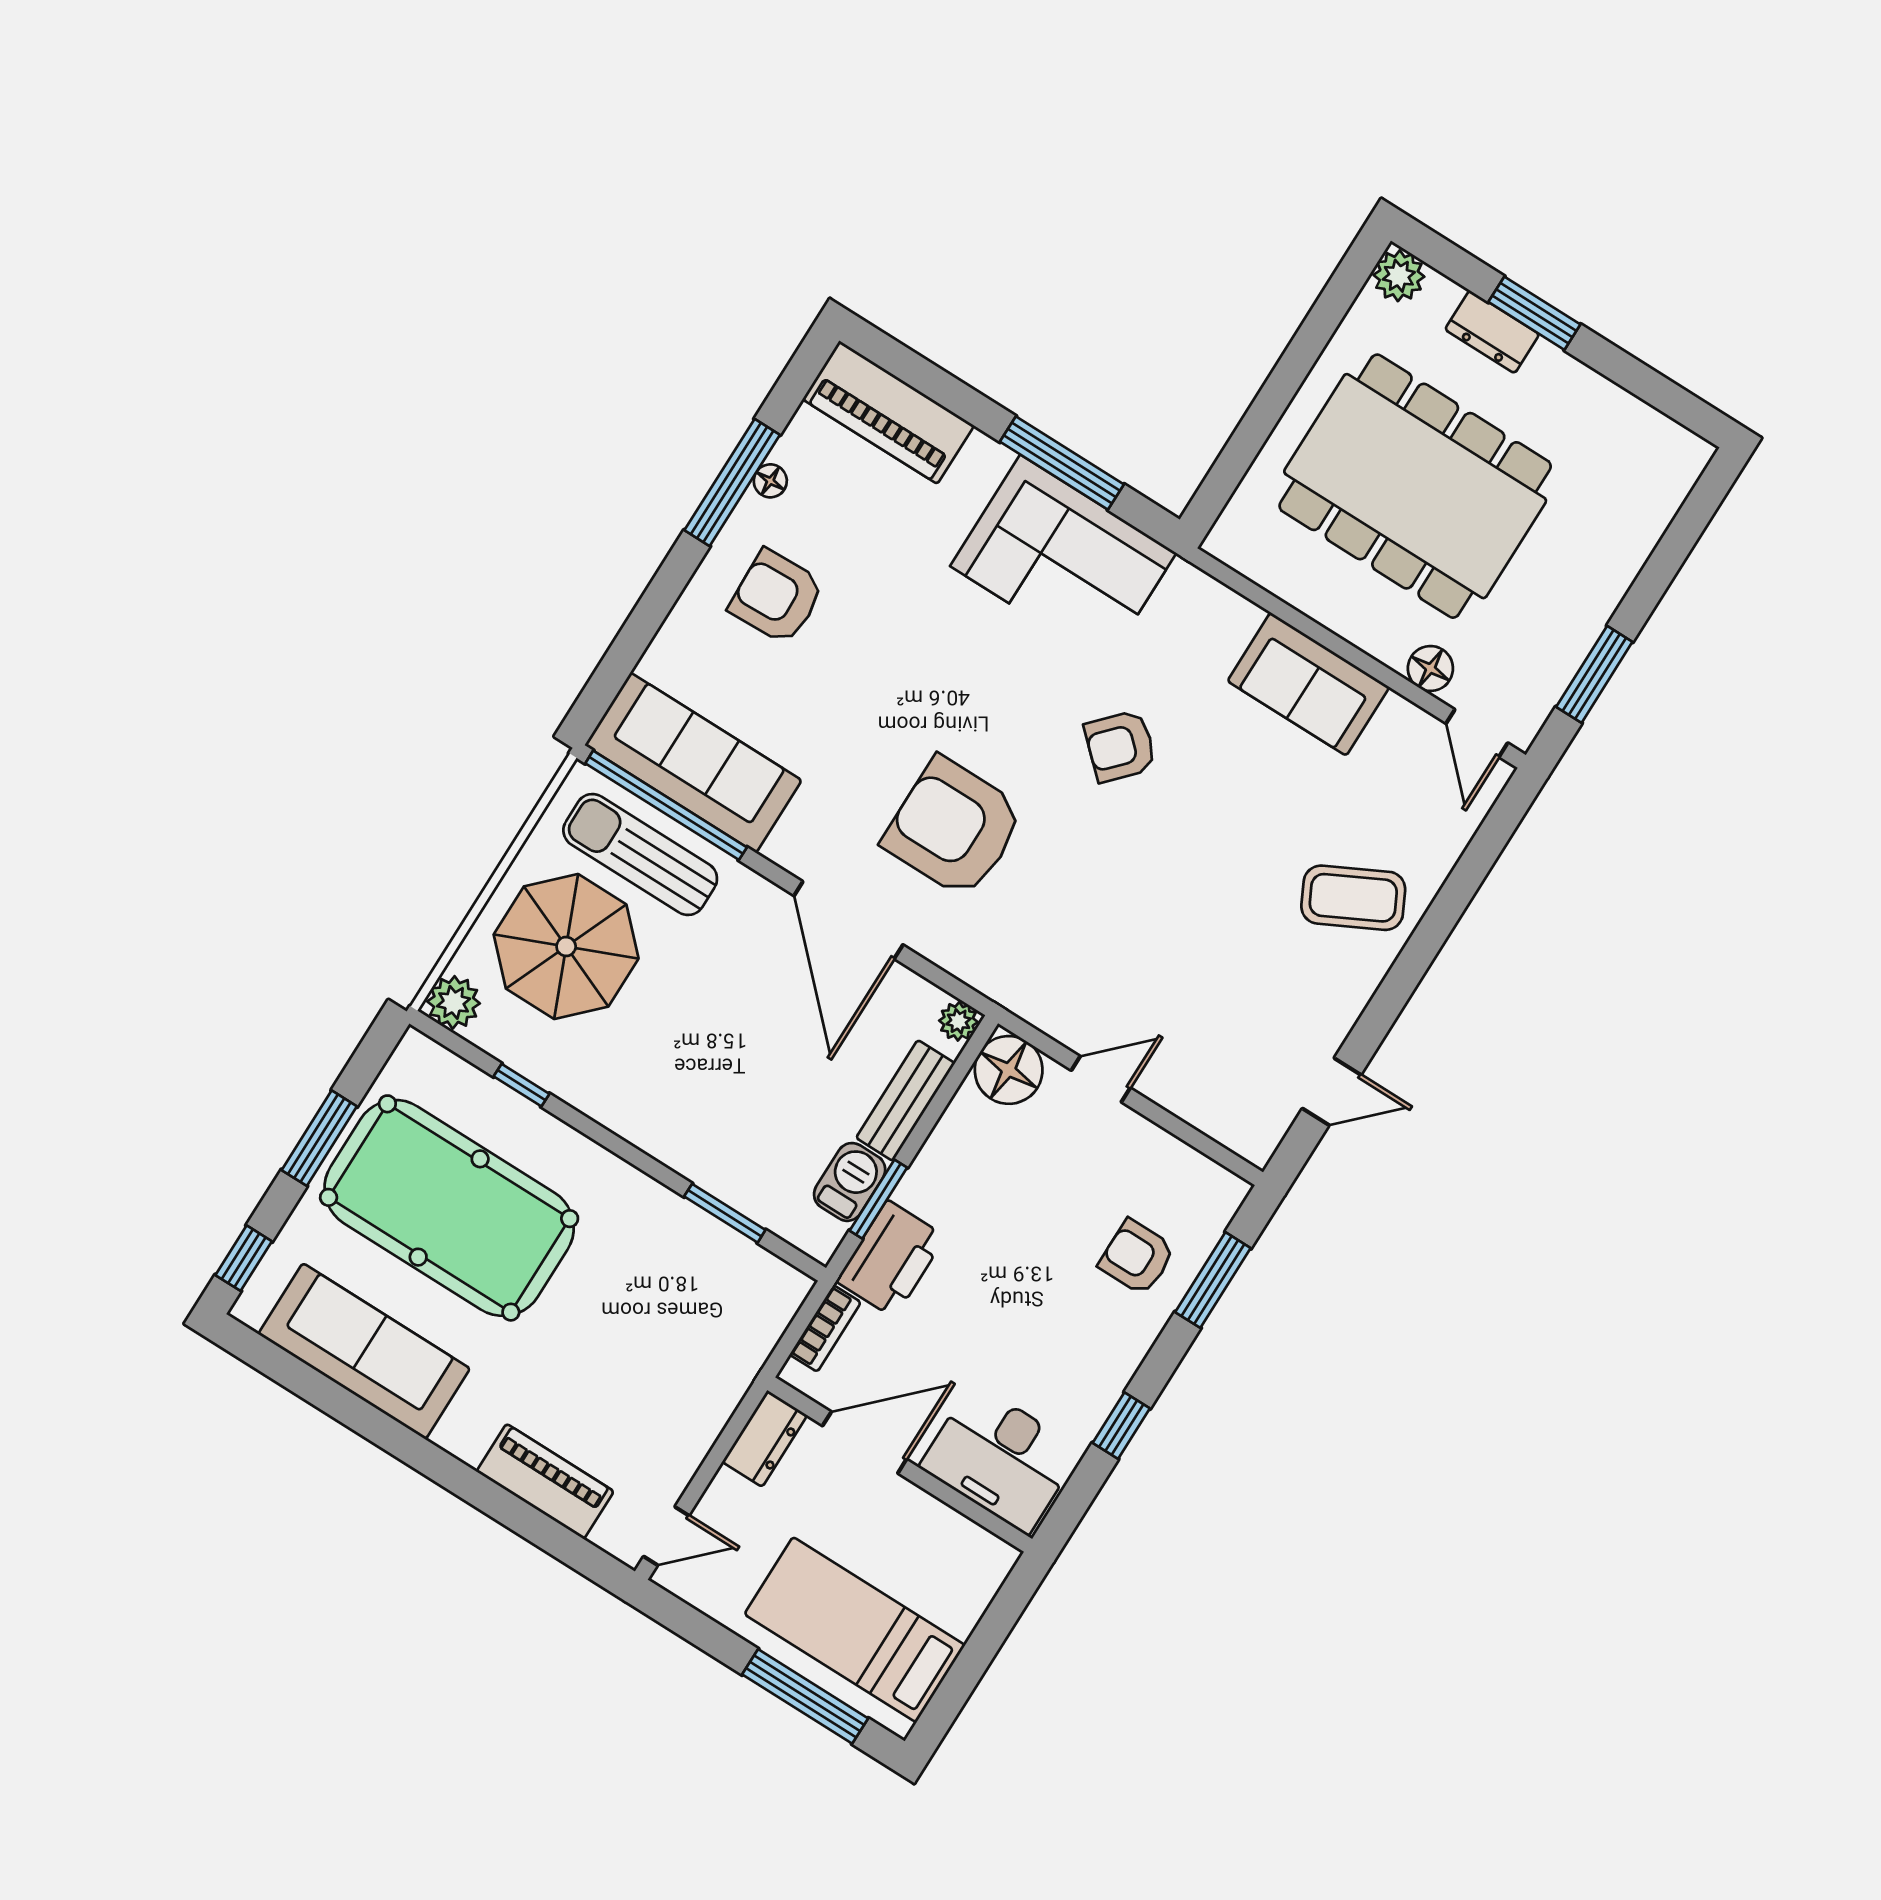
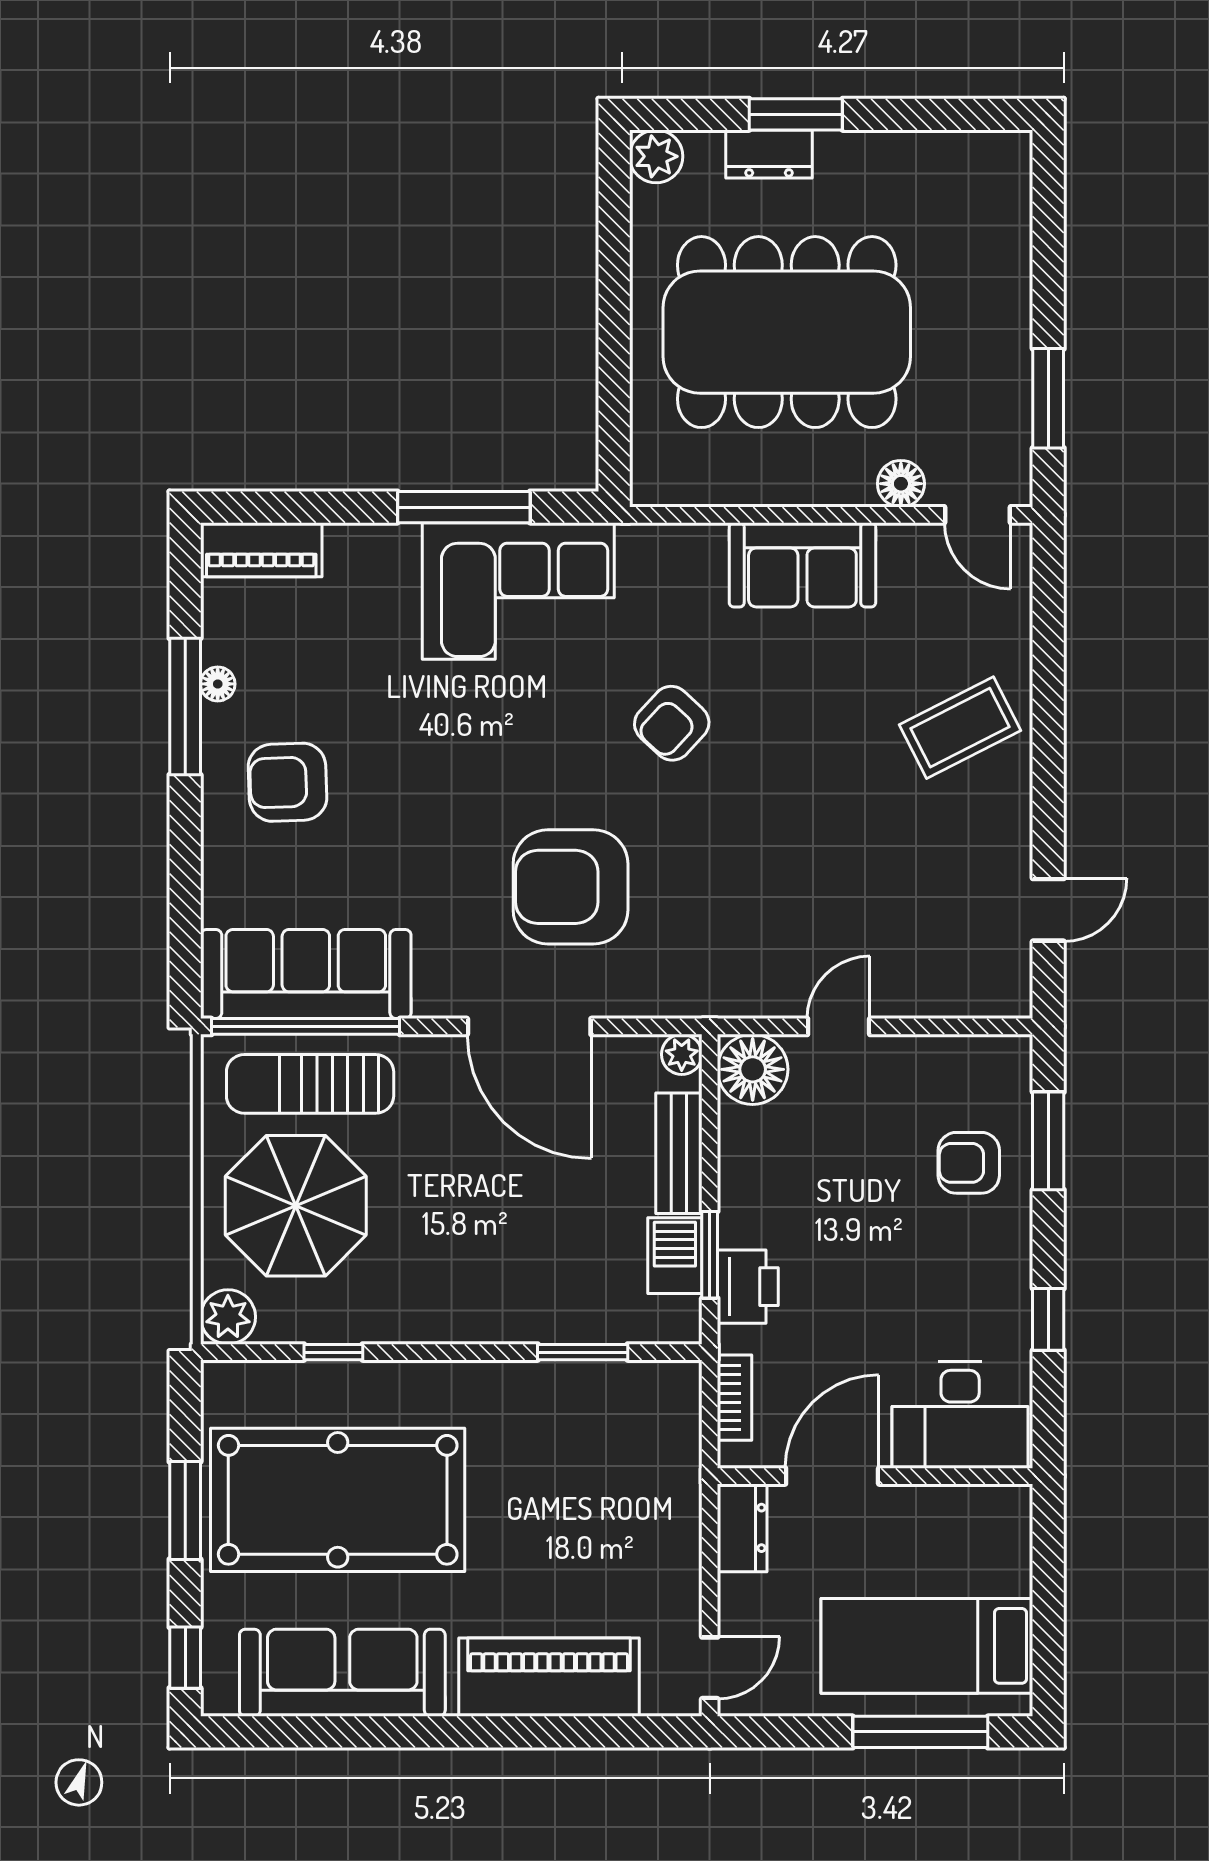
piano: (888, 412) -> (261, 550), width x0.73, depth x0.75
printer: (891, 1259) -> (748, 1287), width x0.73, depth x0.84
piano: (545, 1481) -> (549, 1677), width x1.37, depth x1.33

